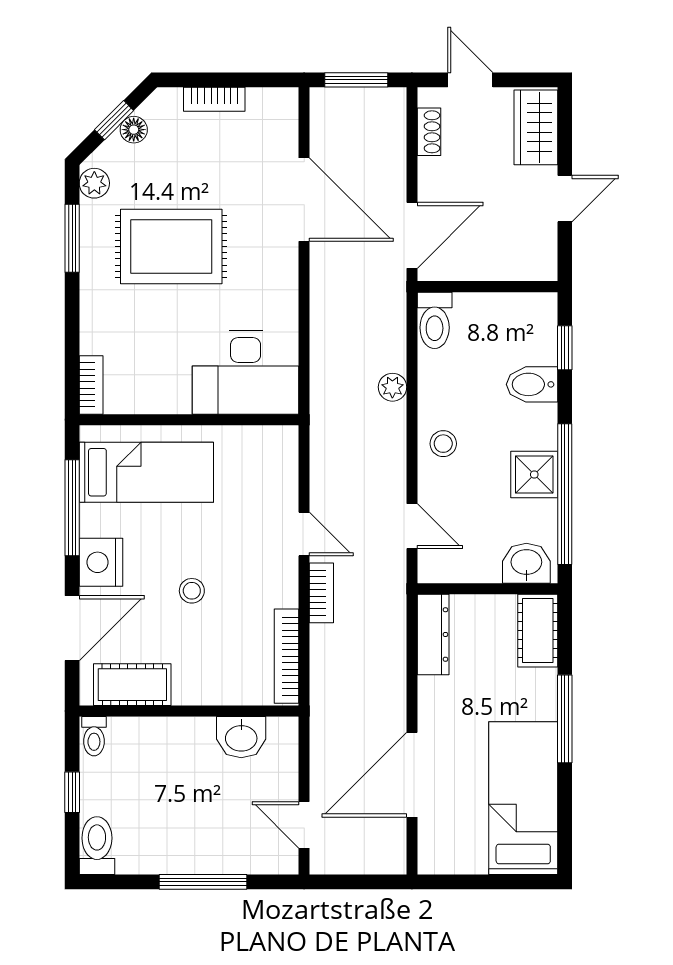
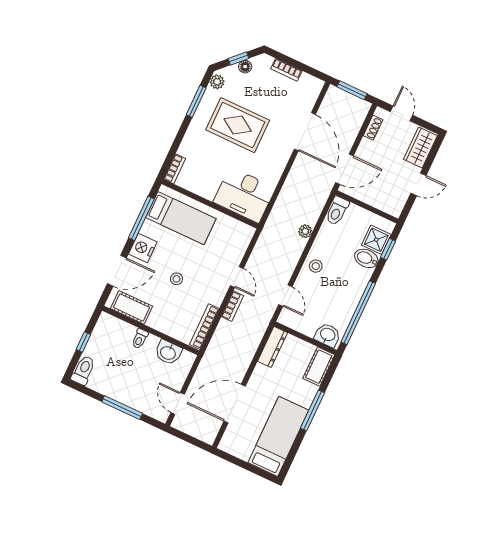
shower: (534, 474) -> (376, 240), moved
toilet: (94, 736) -> (140, 339), moved

